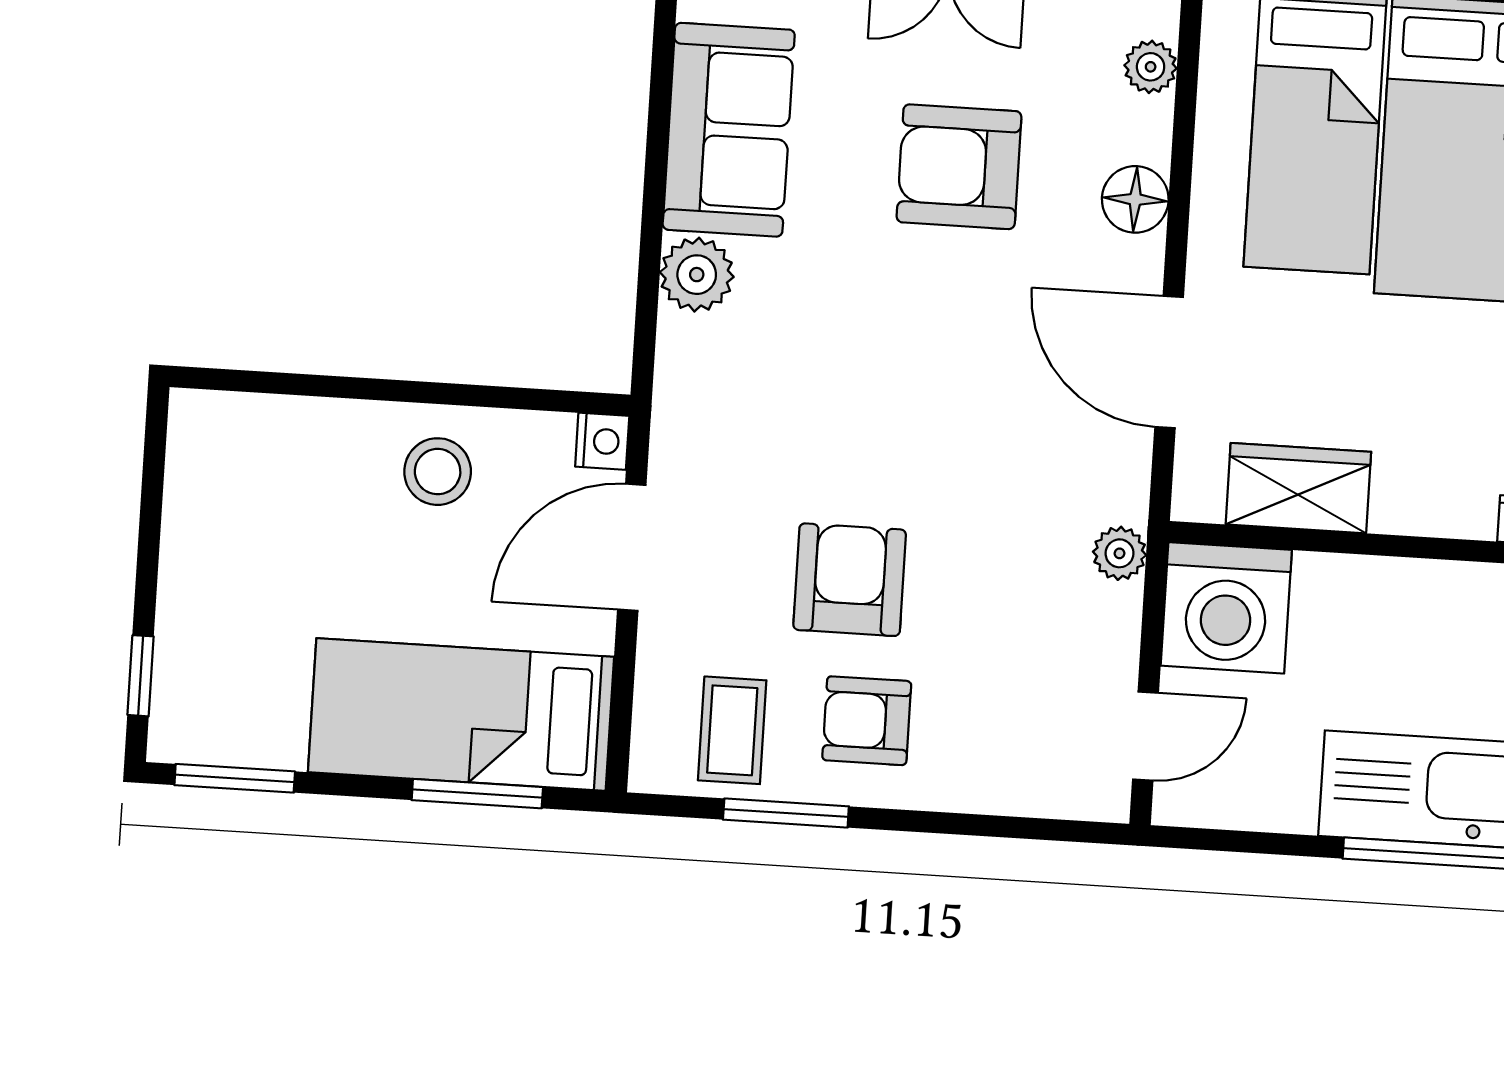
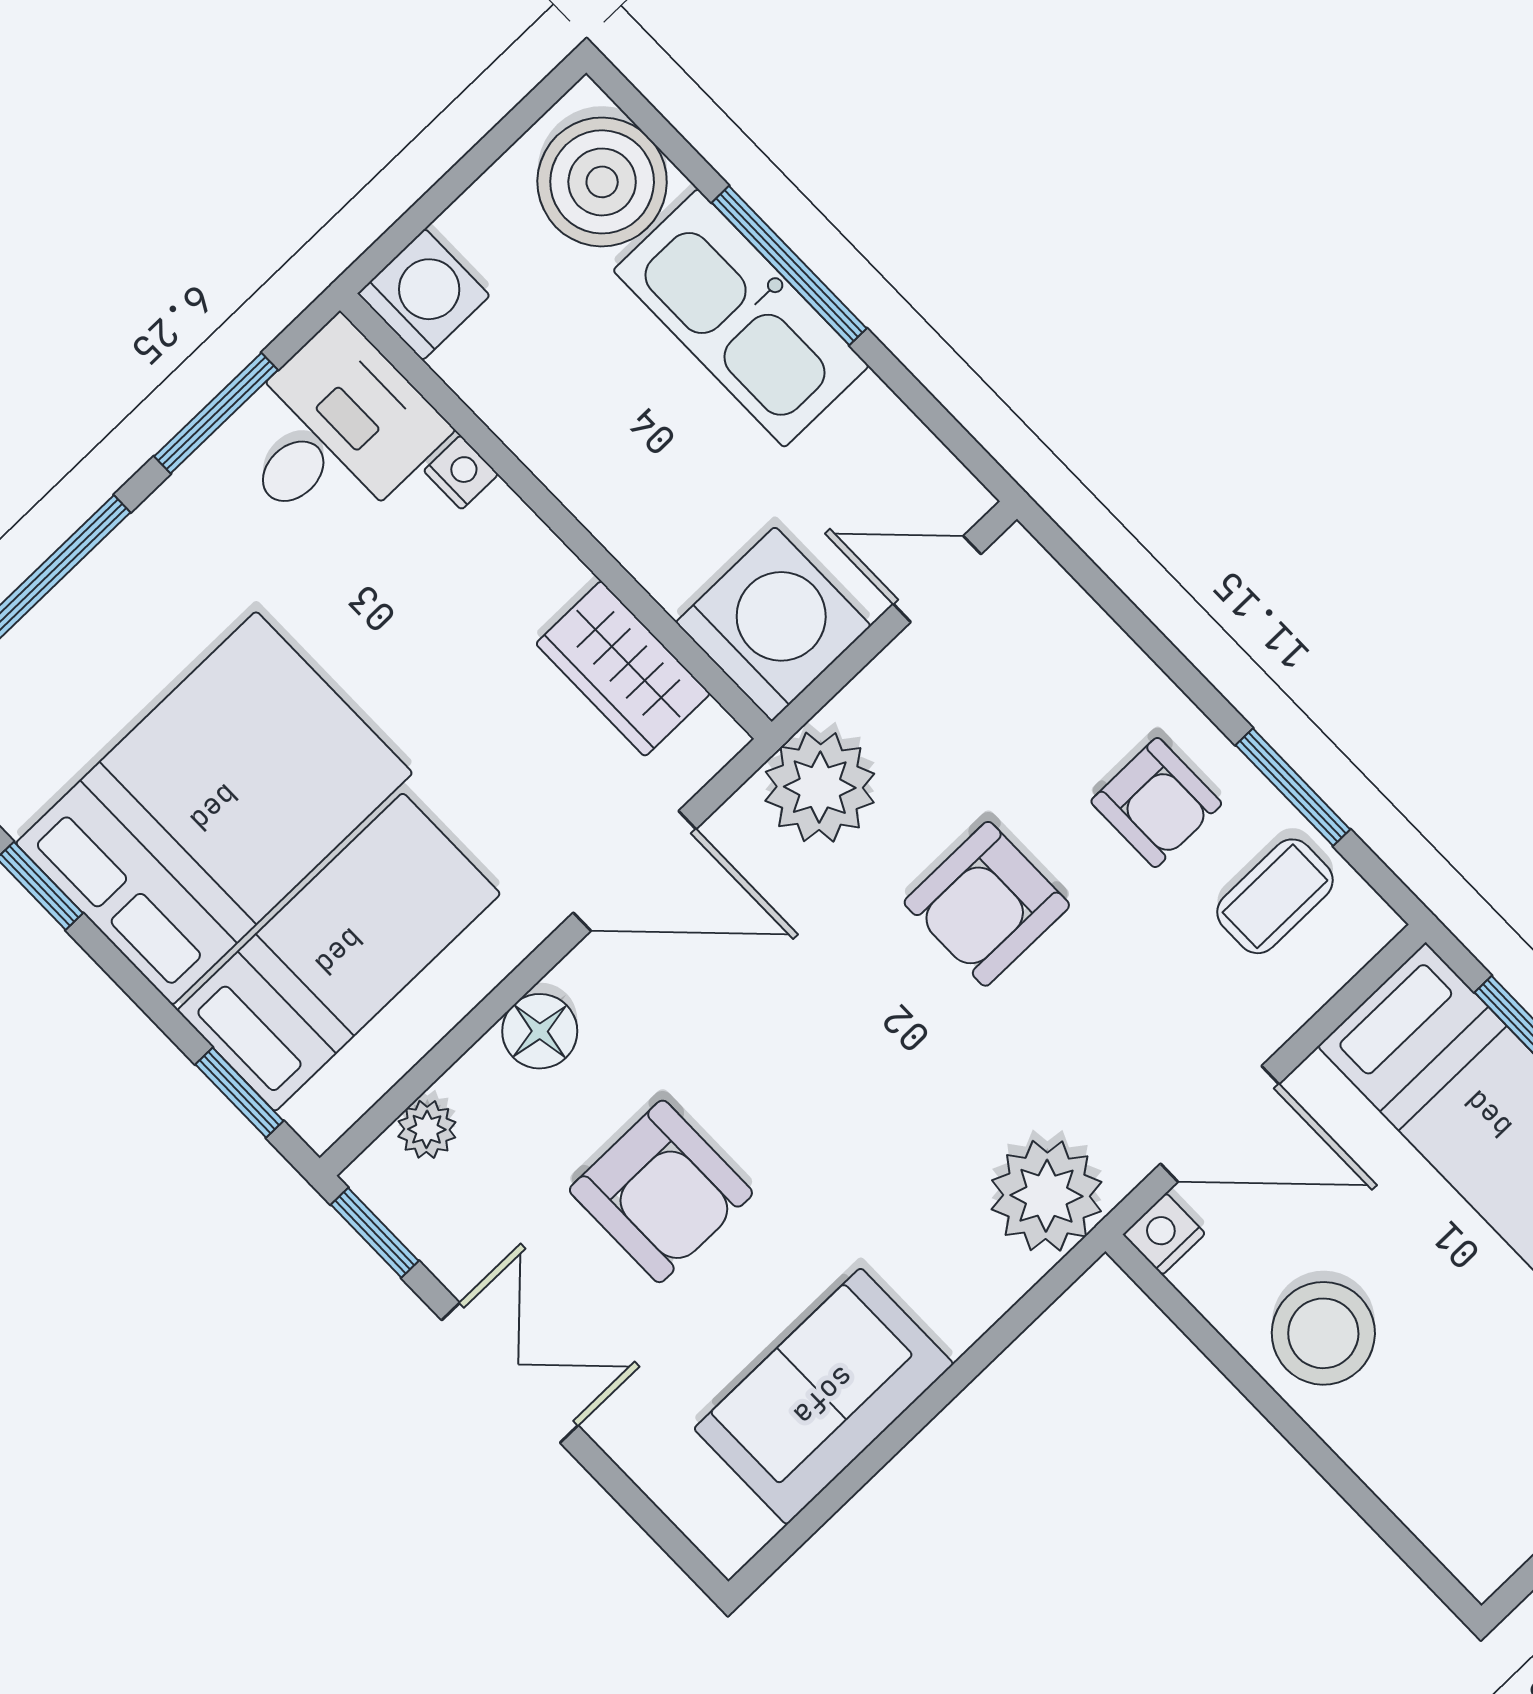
plant: (697, 275) -> (1047, 1196), moved, width x1.36, depth x1.36
door: (1169, 362) -> (635, 871), hinge flipped
stool: (438, 472) -> (1323, 1333), width x1.38, depth x1.38
plant: (1120, 553) -> (820, 787), width x1.87, depth x1.87
armchair: (850, 580) -> (987, 904), moved

